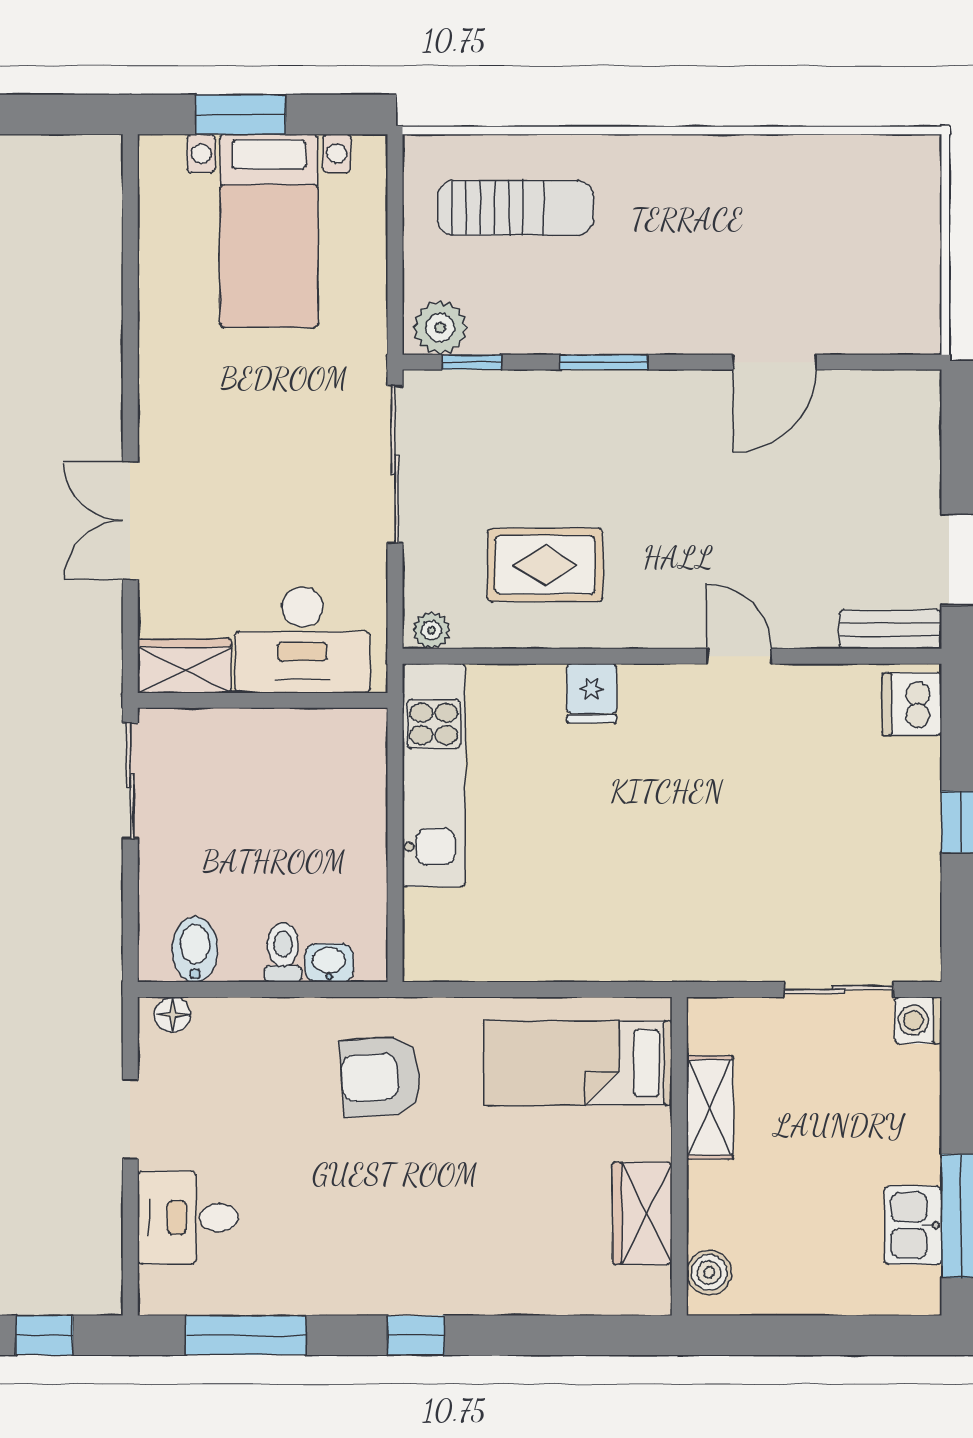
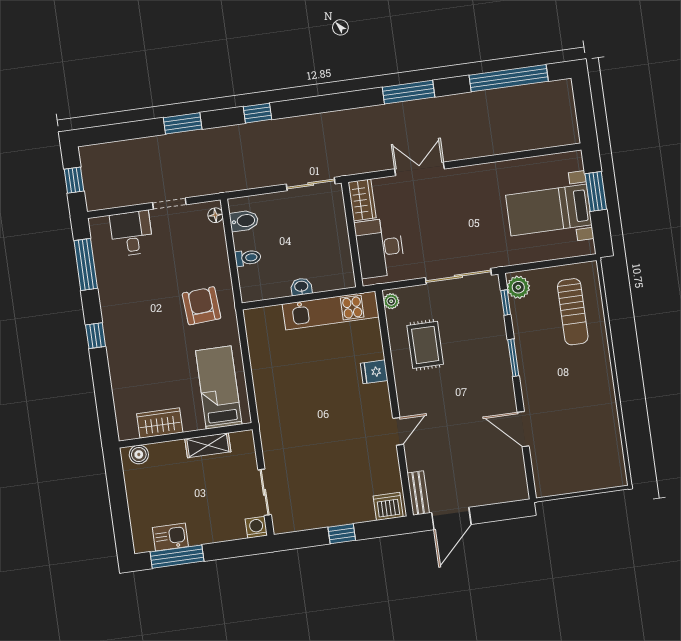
washbasin: (329, 963) -> (301, 287), moved, turned -90

